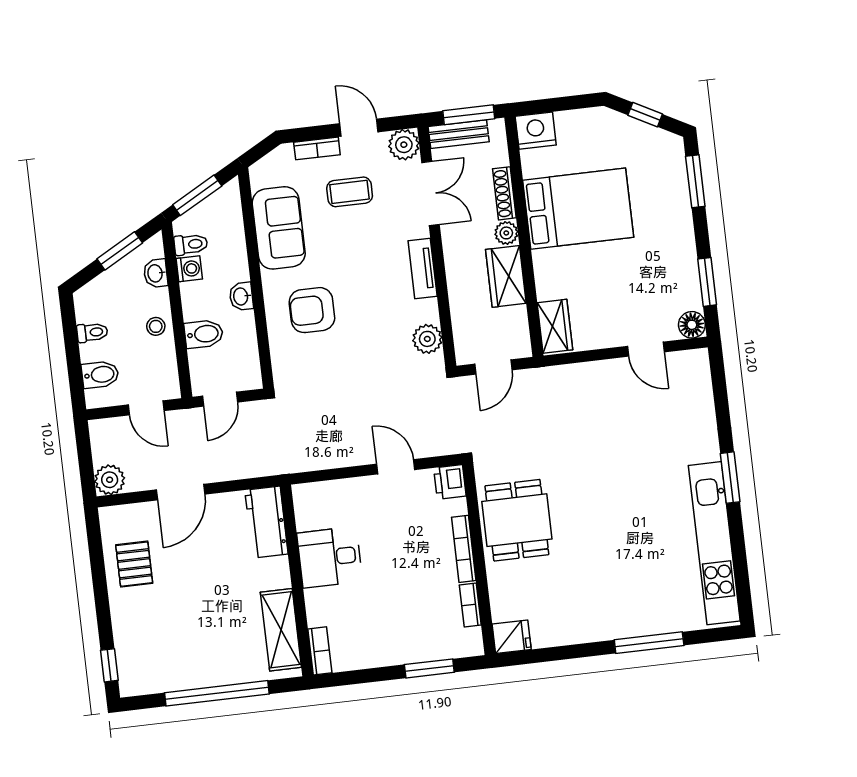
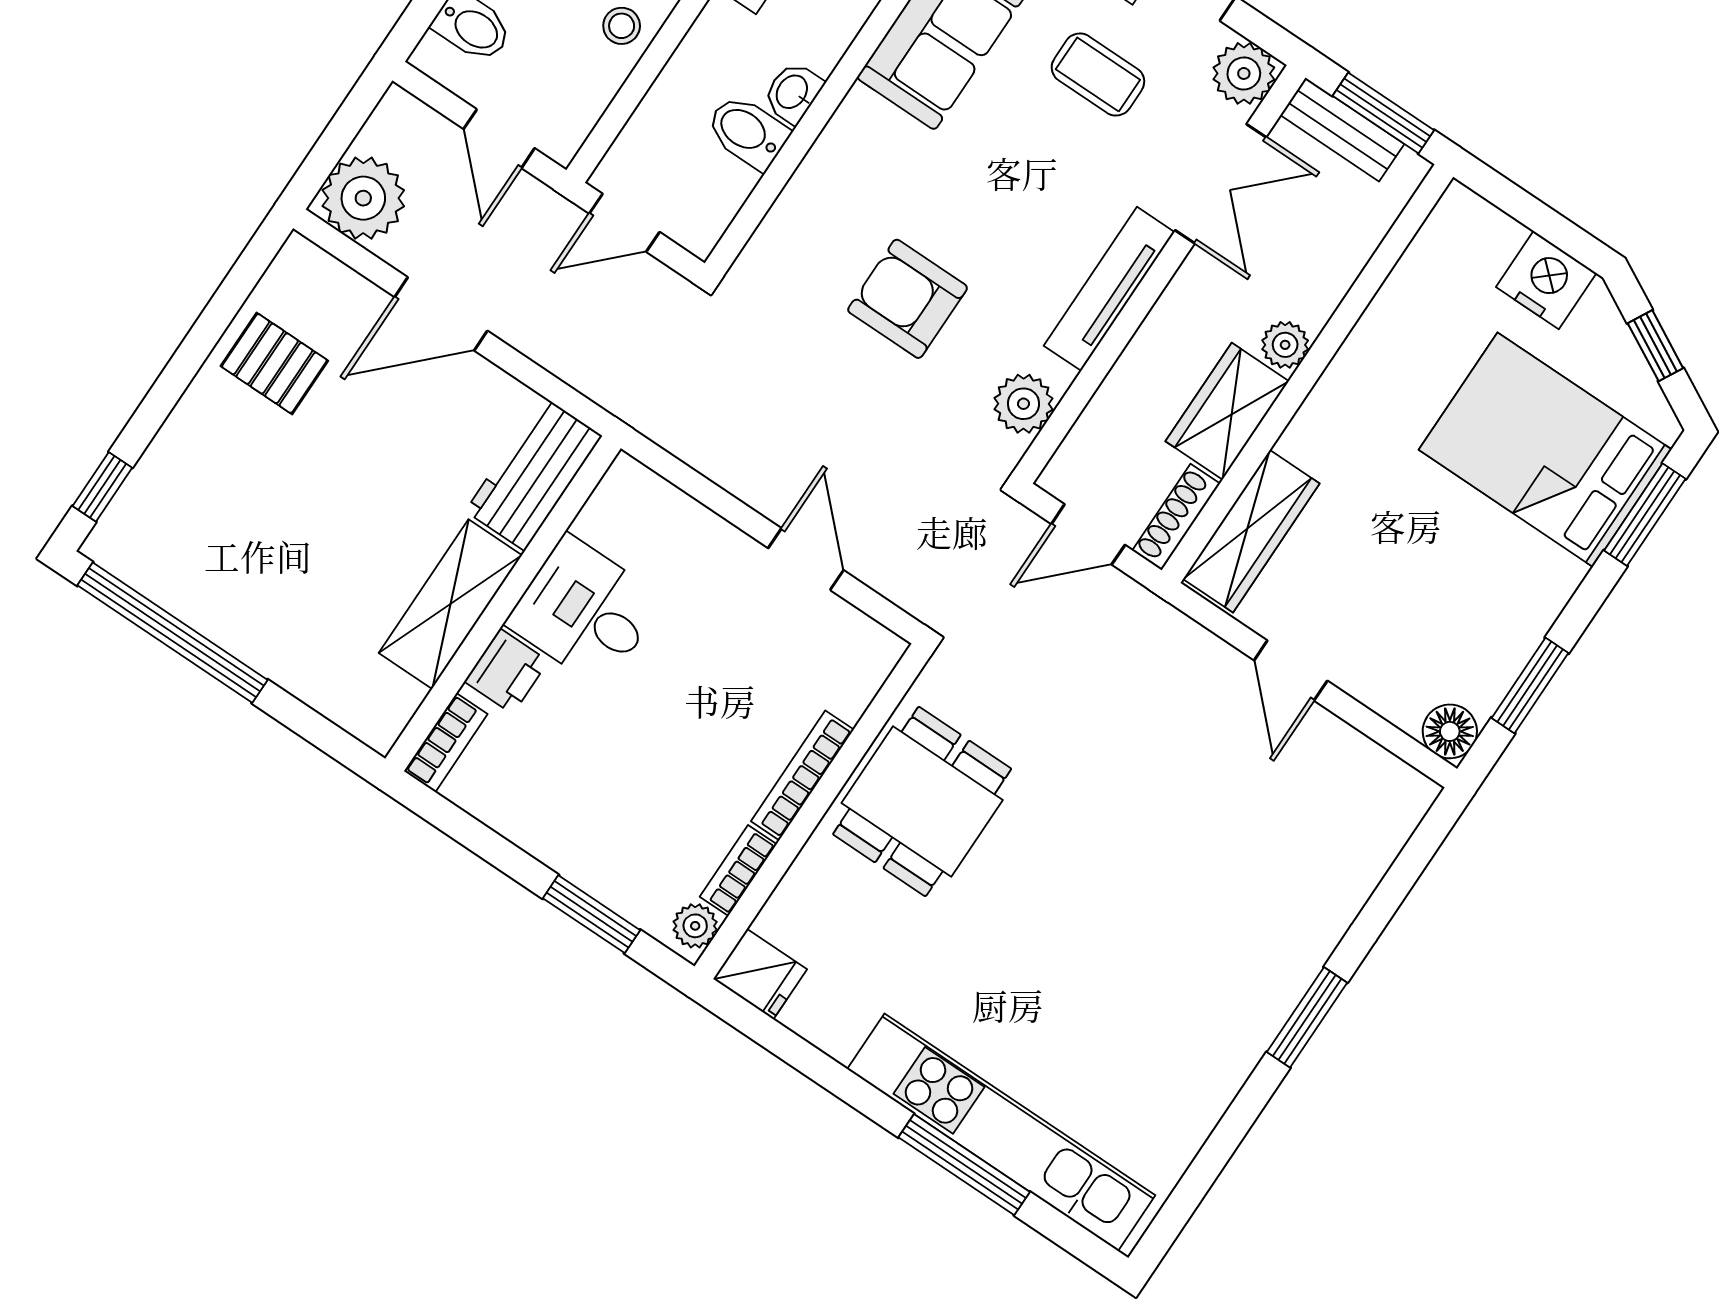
nightstand: (536, 131) -> (1546, 280), moved
shoe rack: (504, 193) -> (1176, 517), moved
bed: (578, 209) -> (1545, 450), moved, turned 180
tv unit: (423, 268) -> (1109, 289), width x1.41
armchair: (312, 310) -> (908, 299), moved
wardrobe: (555, 326) -> (1251, 531), width x1.50
bidet: (204, 334) -> (747, 132), moved, turned 180
door: (646, 349) -> (1291, 670), moved
plant: (110, 480) -> (363, 198), width x1.36, depth x1.36
printer: (450, 482) -> (506, 671), moved, turned 180
kitchen unit: (714, 543) -> (1001, 1132), moved, turned 90
pallet: (134, 564) -> (274, 363), turned 90
shelving: (281, 630) -> (450, 604), moved
plant: (472, 639) -> (695, 926), added
window: (217, 693) -> (172, 633), moved

